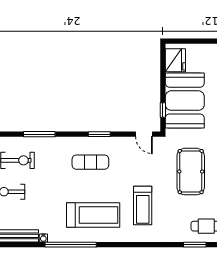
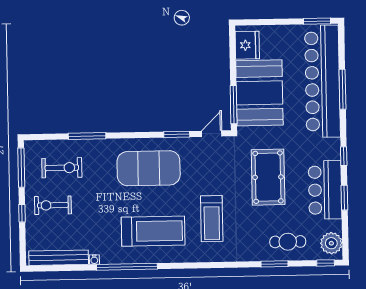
window: (163, 110) -> (234, 105), width x2.17
window: (99, 134) -> (177, 134), moved
door: (144, 134) -> (212, 134), swing flipped
exercise mat: (90, 162) -> (149, 168), width x2.00, depth x1.45

